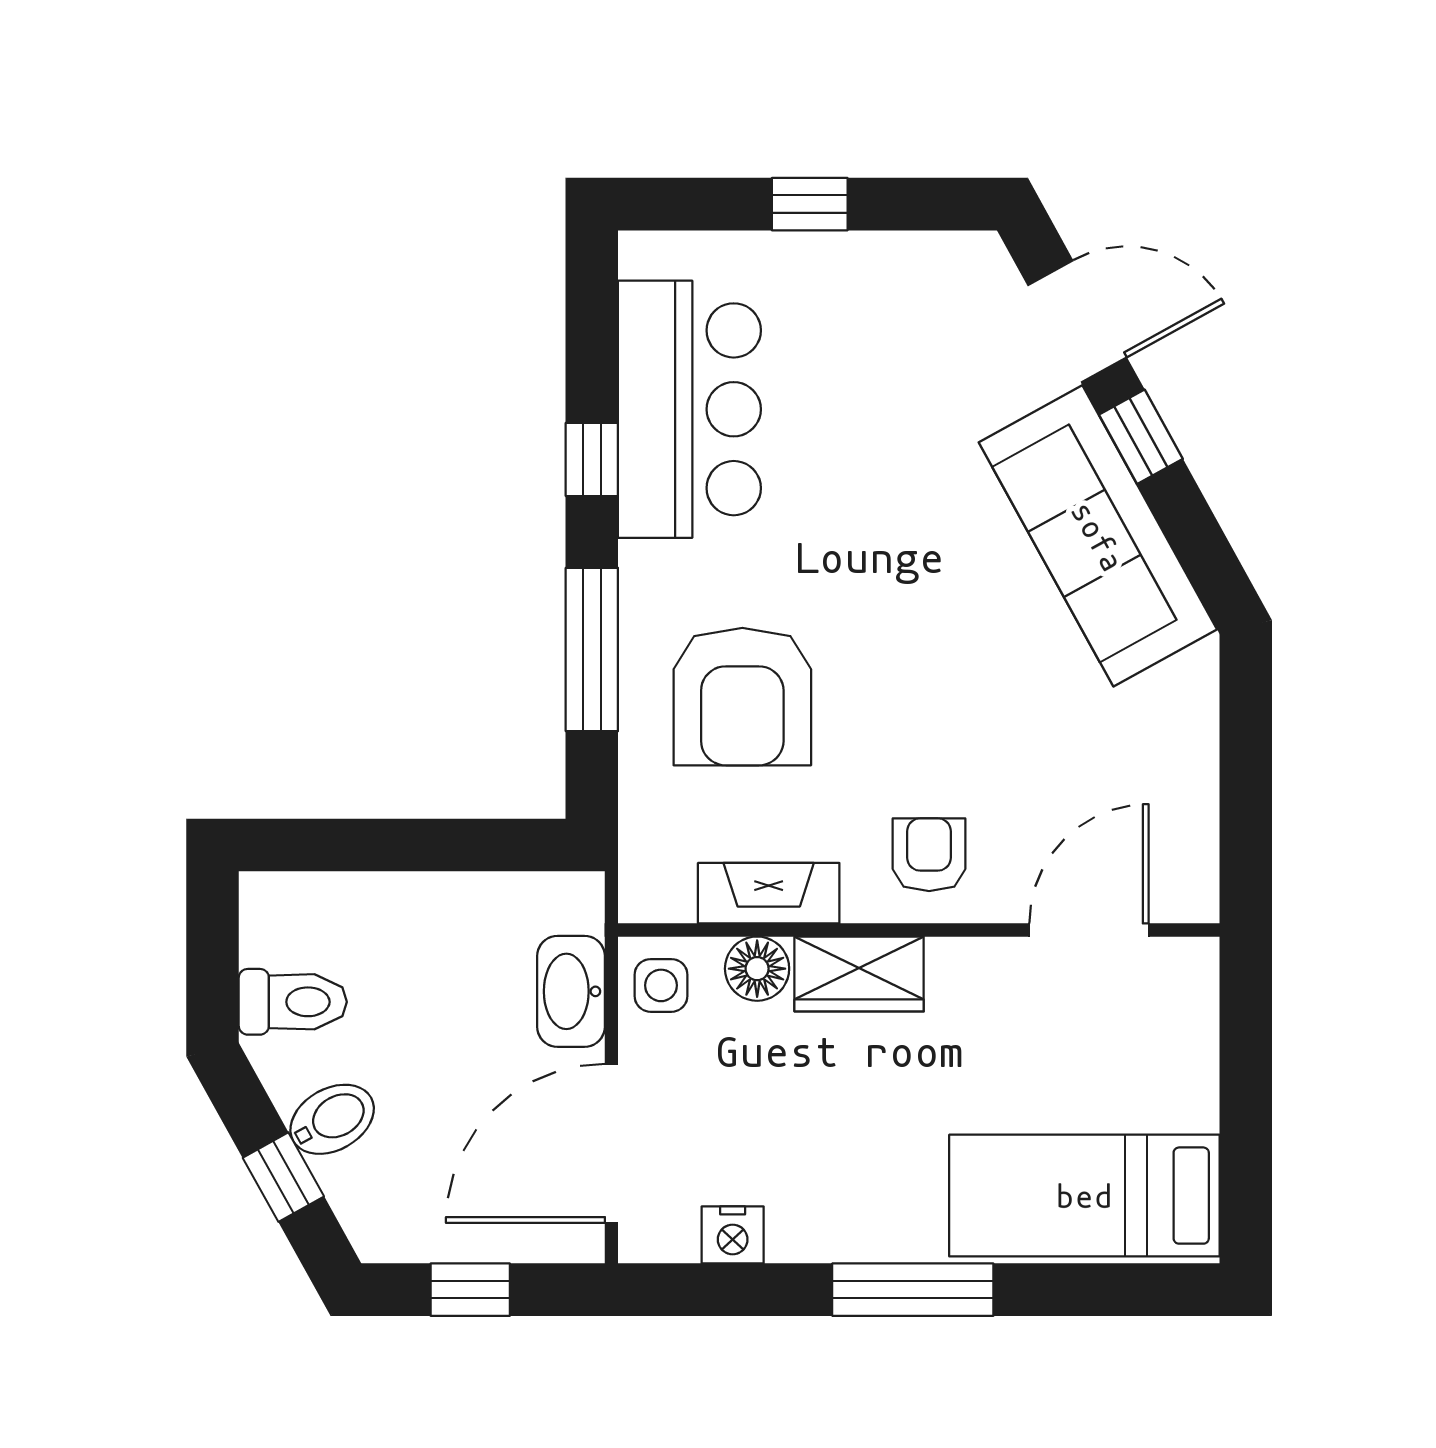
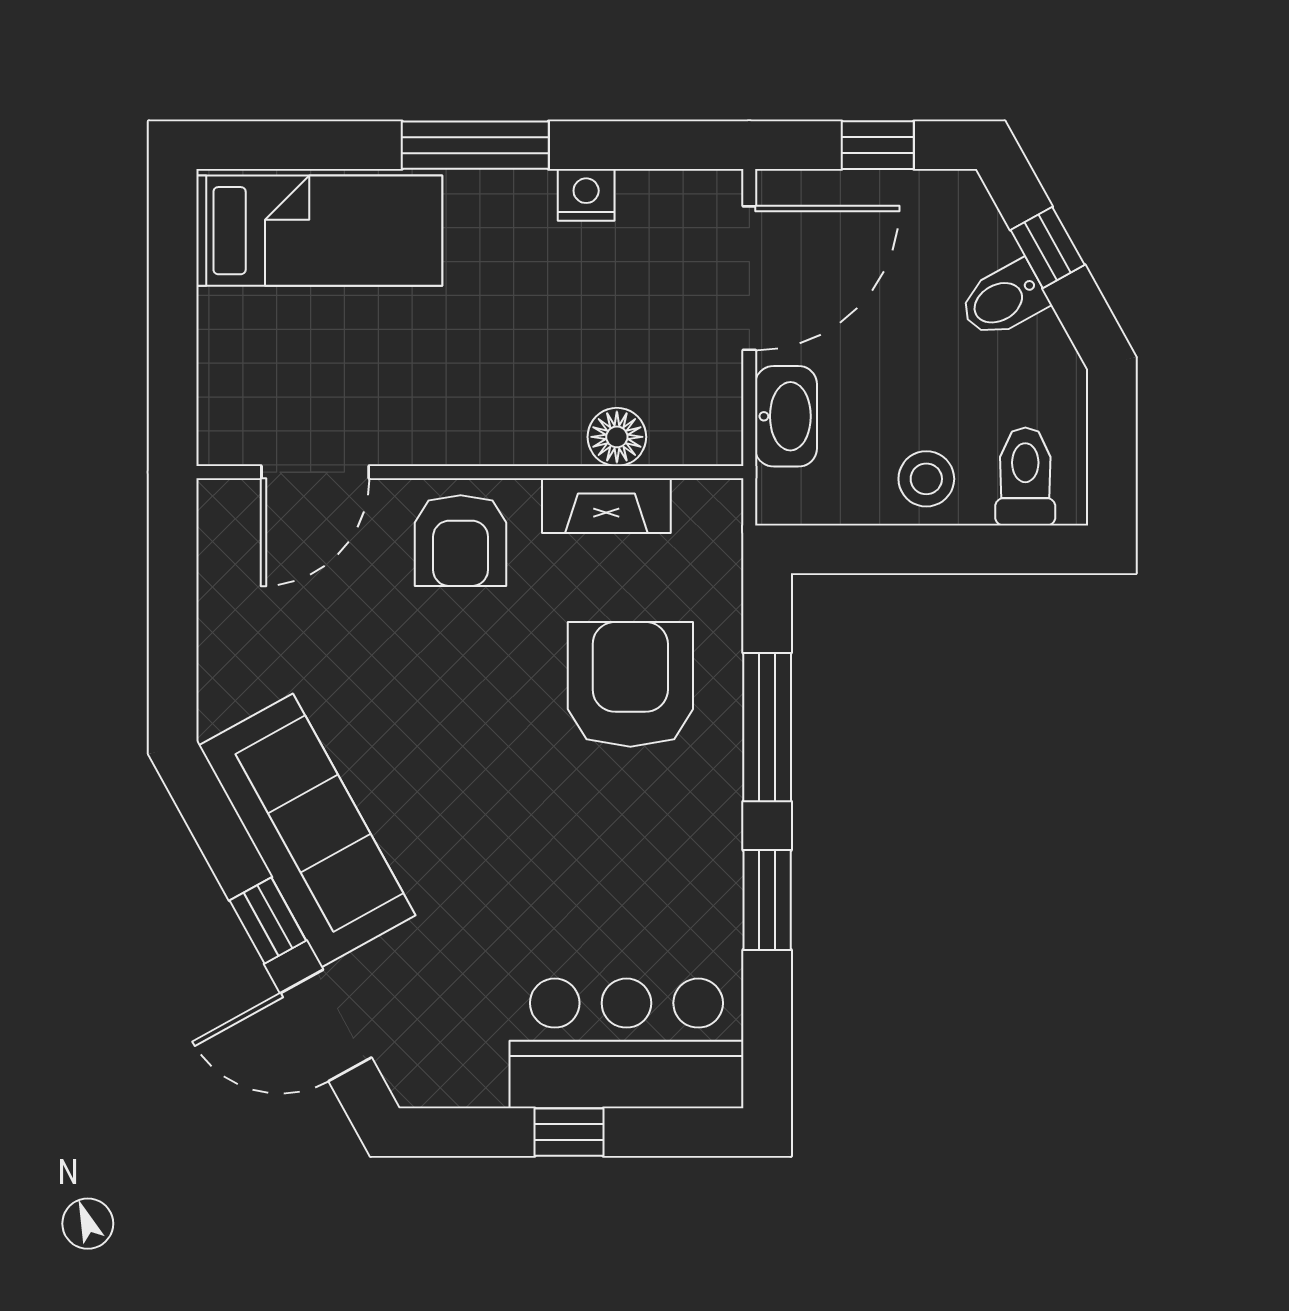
bar counter: (689, 409) -> (626, 1043), moved, turned 90
window: (592, 459) -> (767, 900), width x1.50
armchair: (929, 855) -> (461, 541), width x1.38, depth x1.38
stool: (417, 923) -> (926, 479), added
wardrobe: (859, 974) -> (524, 432), removed
side table: (661, 985) -> (704, 422), removed
toilet: (293, 1002) -> (1025, 476), moved, turned 90
nightstand: (733, 1235) -> (586, 195), moved

